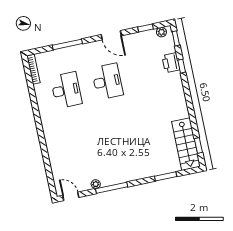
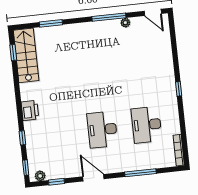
printer: (171, 63) -> (30, 110), moved
window: (39, 127) -> (179, 89), added

